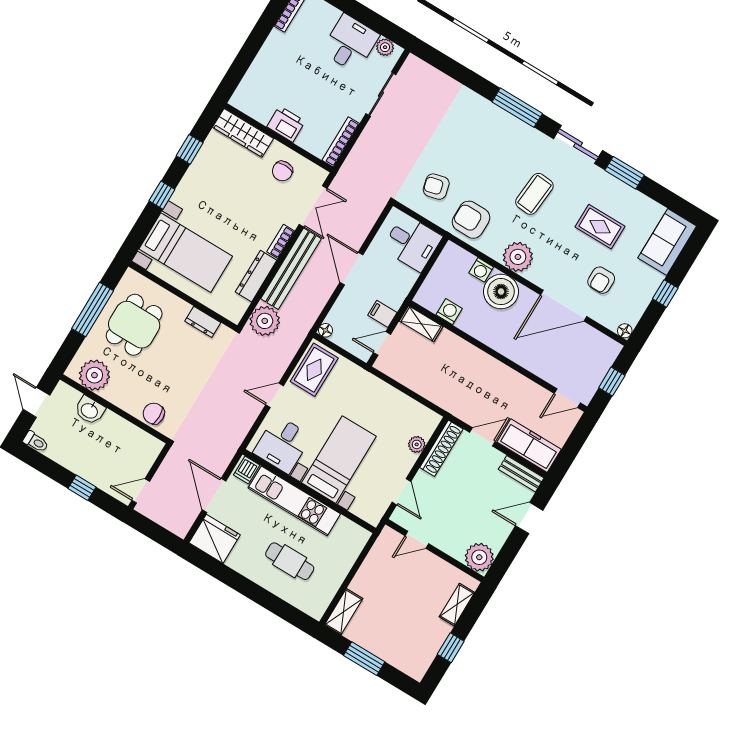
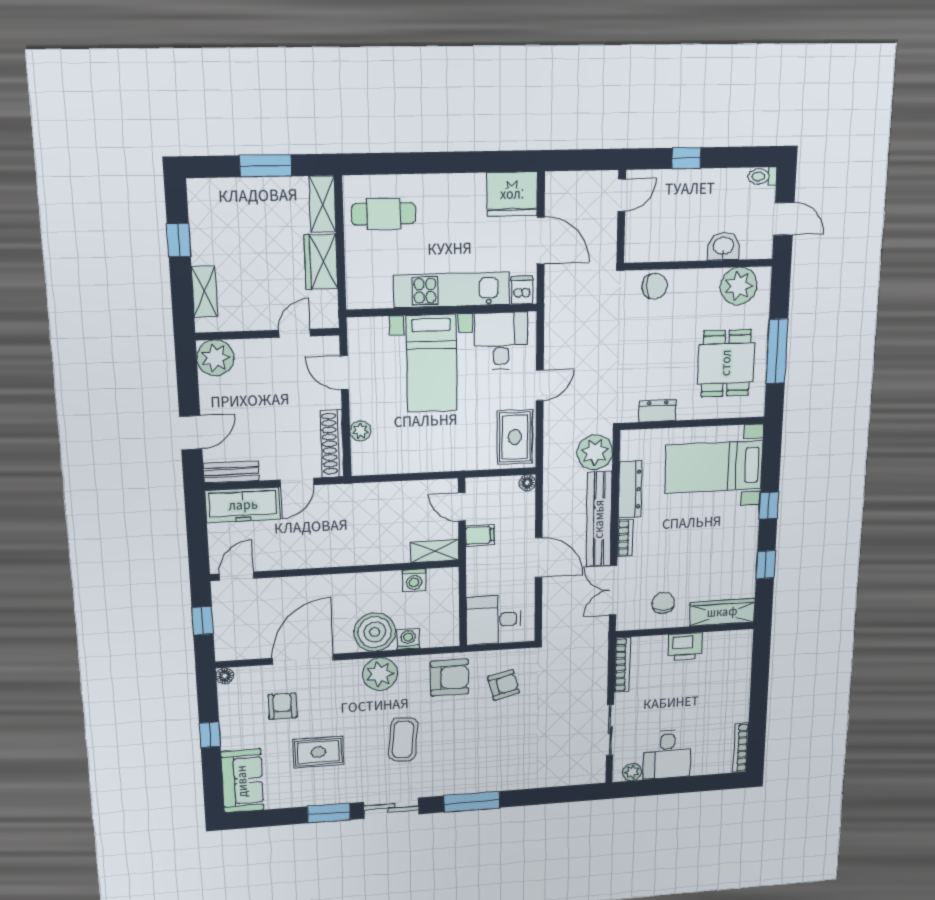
door: (382, 343) -> (462, 507), swing flipped
cafe table: (290, 561) -> (384, 214), moved
wardrobe: (369, 575) -> (321, 262), added

